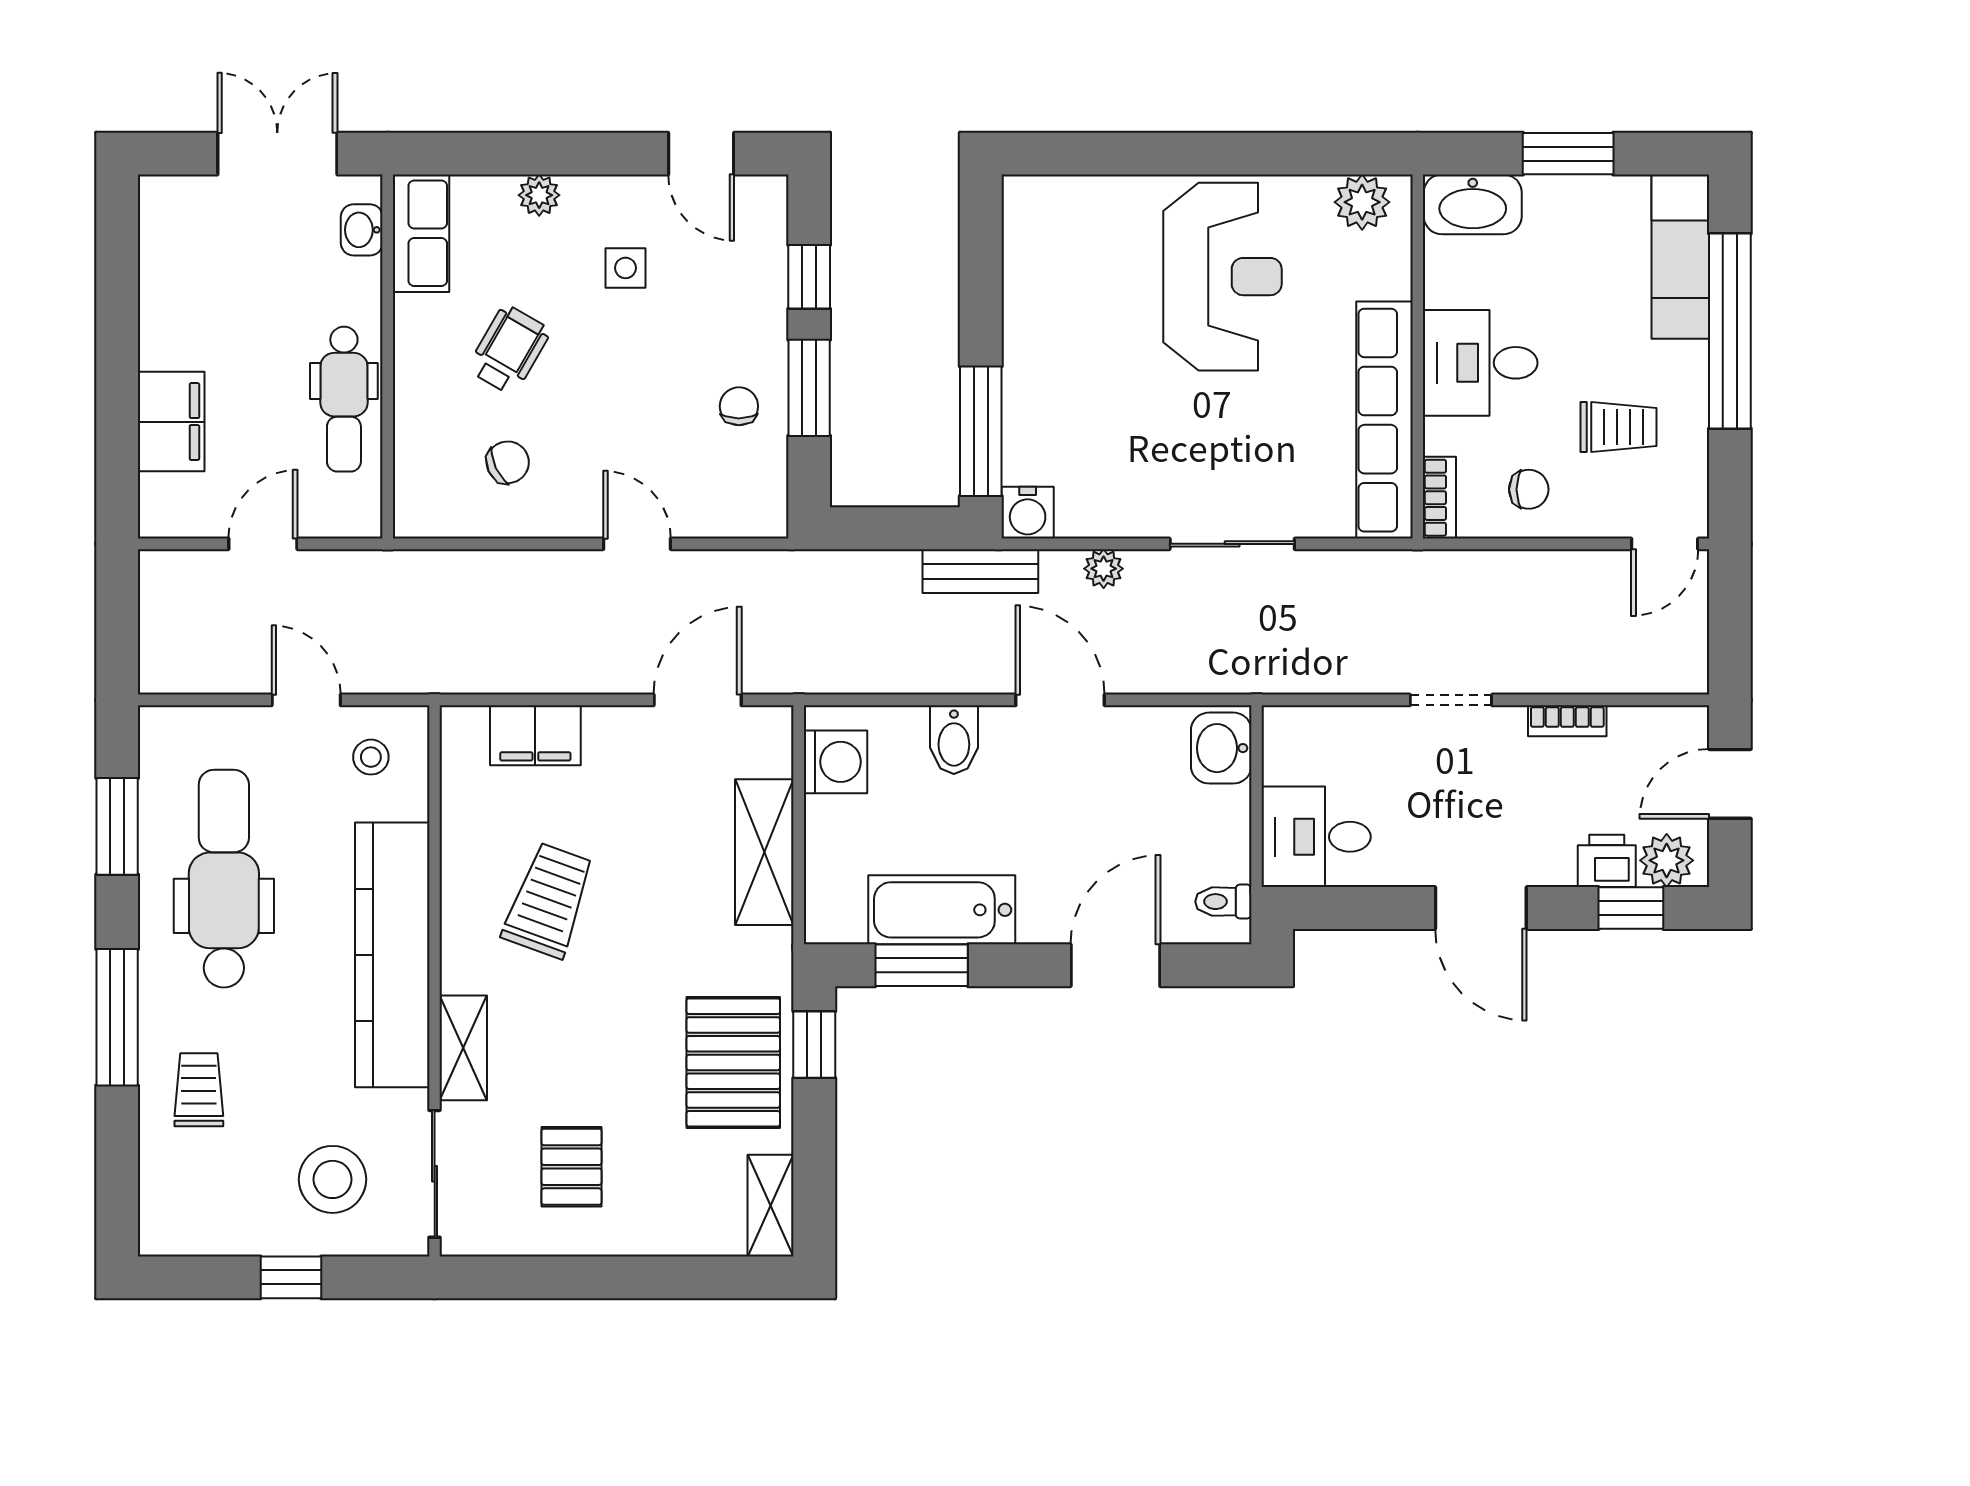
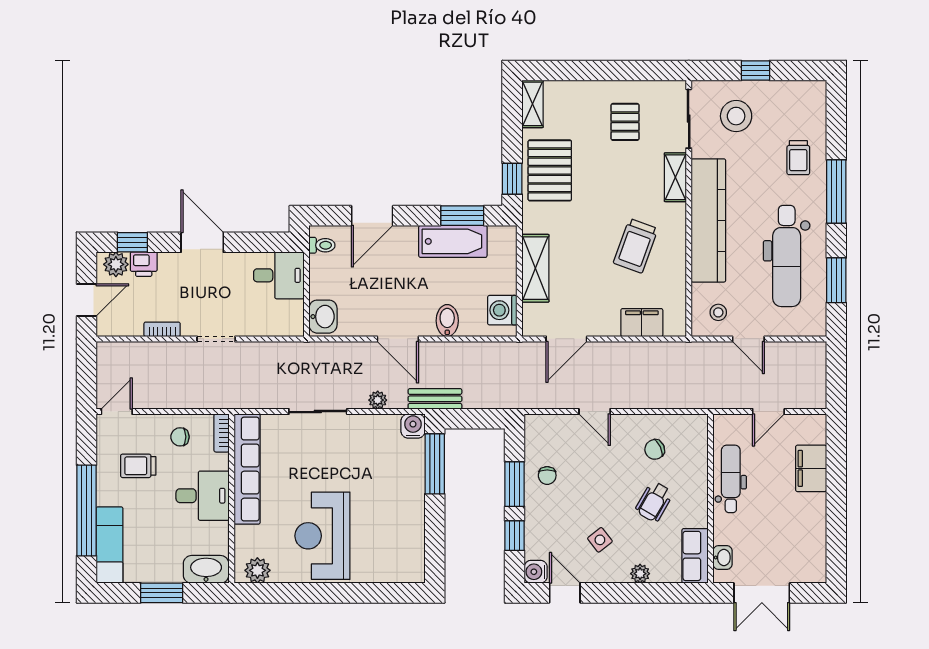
water cooler: (764, 199) -> (536, 572), added
side table: (625, 268) -> (600, 540), turned -38

